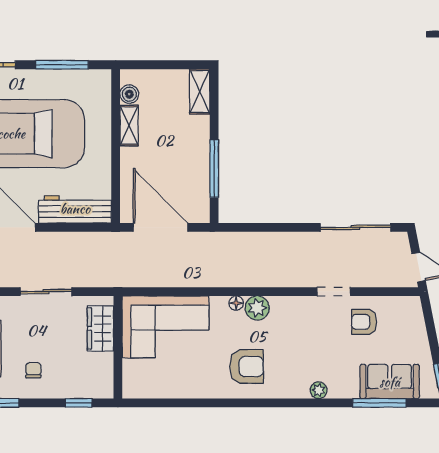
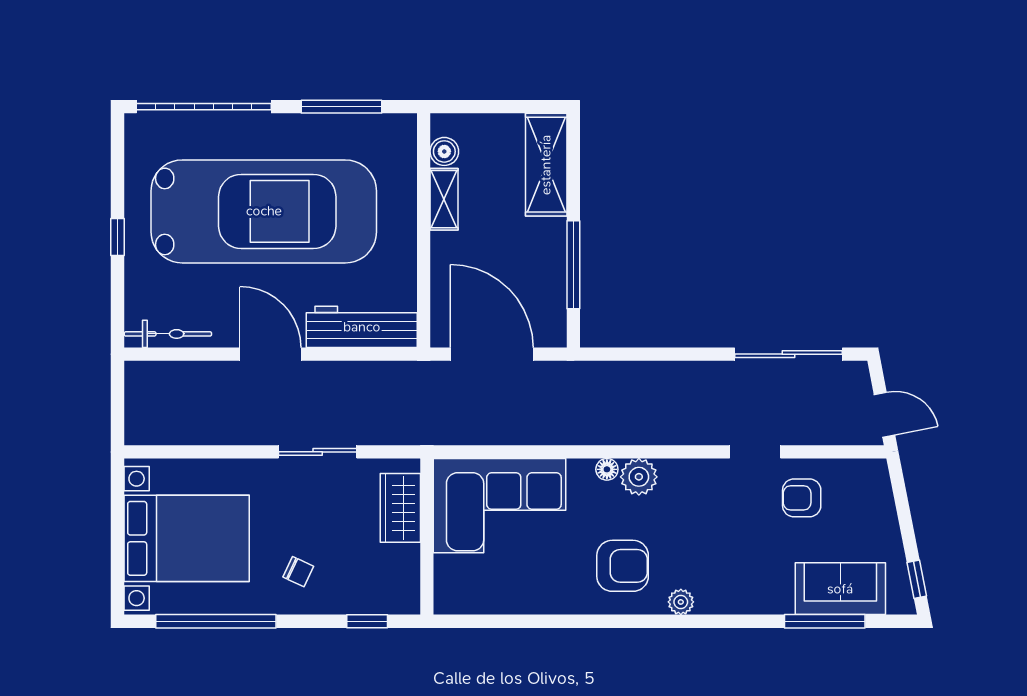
shelving: (200, 92) -> (546, 165), width x1.50, depth x1.33
chair: (33, 370) -> (298, 572), turned 115
plant: (319, 390) -> (681, 602), moved

